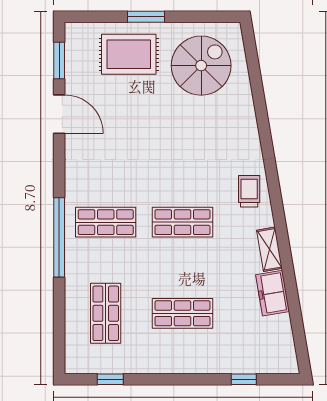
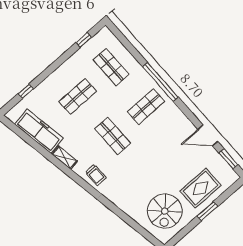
shop shelf: (182, 222) -> (113, 136), turned 90
freezer: (273, 293) -> (39, 131), width x1.91, depth x1.26

